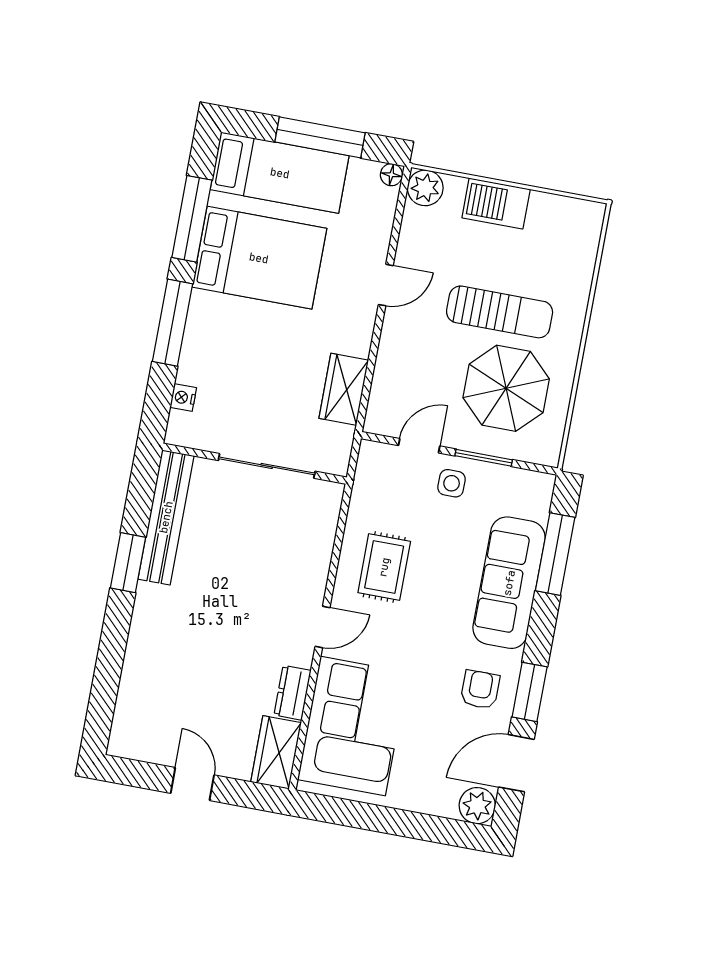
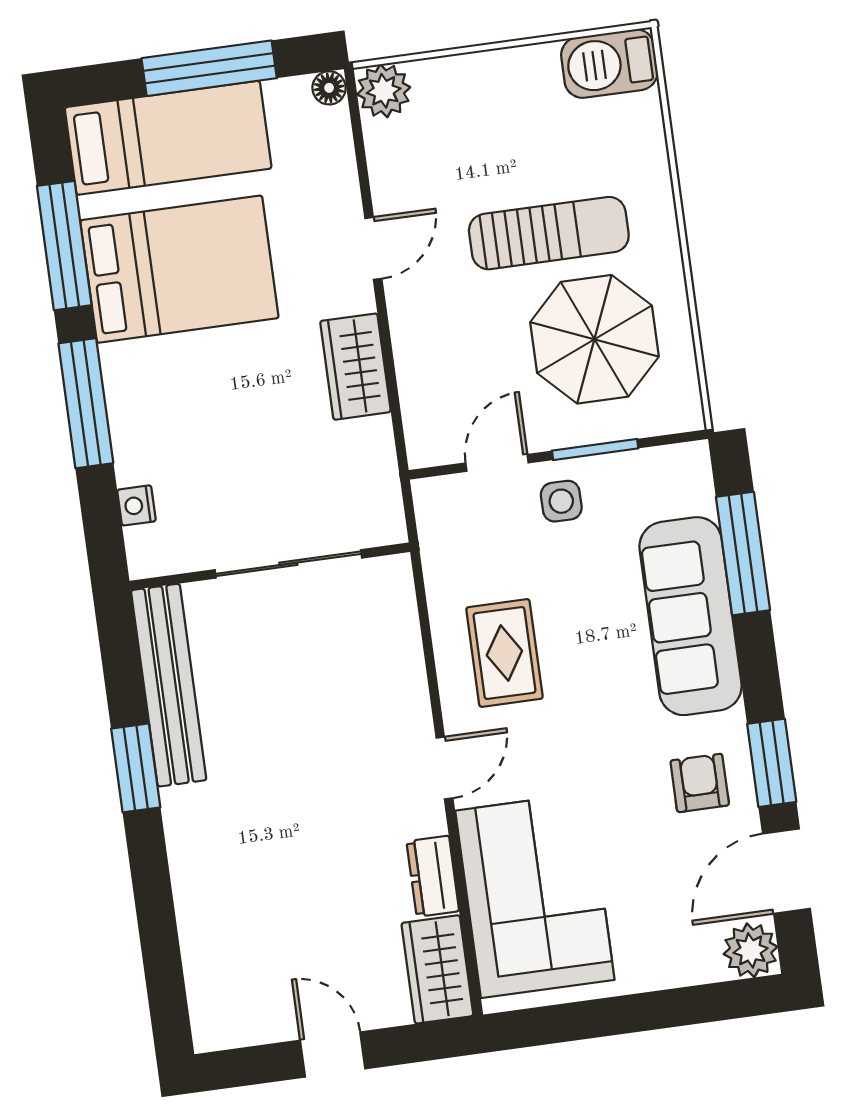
barbecue: (496, 203) -> (609, 64), moved
wardrobe: (344, 389) -> (355, 367), moved

